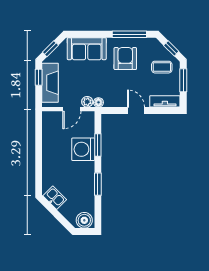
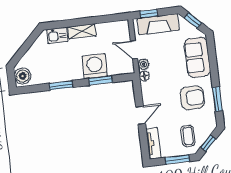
window: (129, 34) -> (217, 99), width x0.69
window: (39, 77) -> (149, 14), moved
shelving: (48, 158) -> (82, 31), added
kitchen sink: (55, 198) -> (57, 35), moved, turned 45

